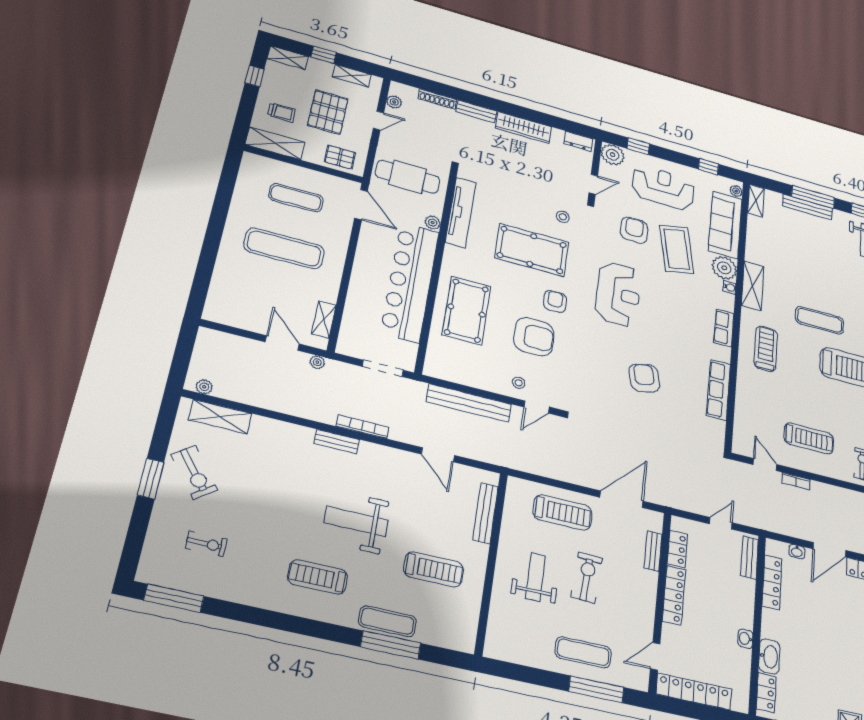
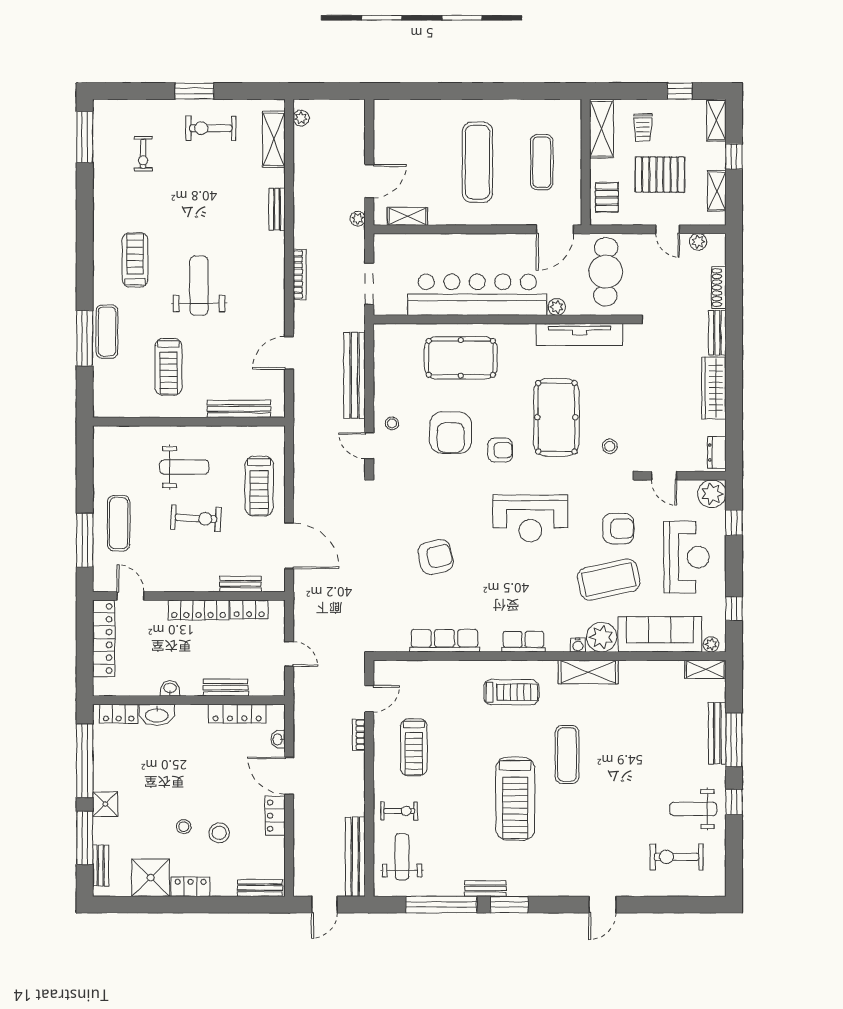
bench: (337, 442) -> (277, 209), moved
exercise bike: (194, 472) -> (211, 128), turned 37
bench: (749, 557) -> (226, 688), moved

